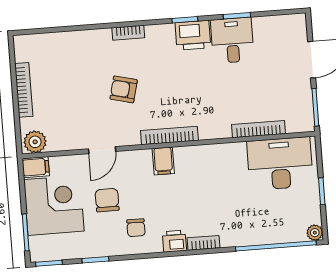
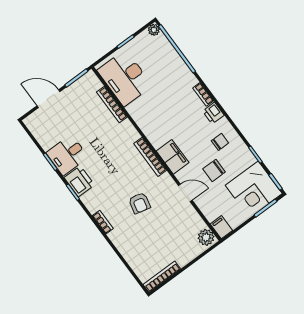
bookcase: (24, 90) -> (162, 277), moved
filing cabinet: (163, 161) -> (173, 157), width x2.00
corner desk: (54, 205) -> (254, 189), moved, turned -90

